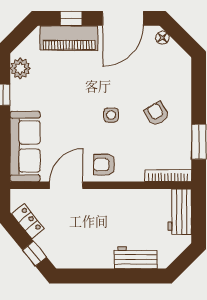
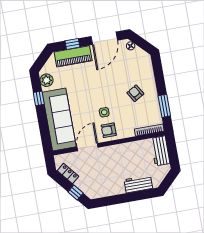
side table: (111, 115) -> (104, 112), moved
sofa: (25, 146) -> (59, 119), width x1.36, depth x1.27

